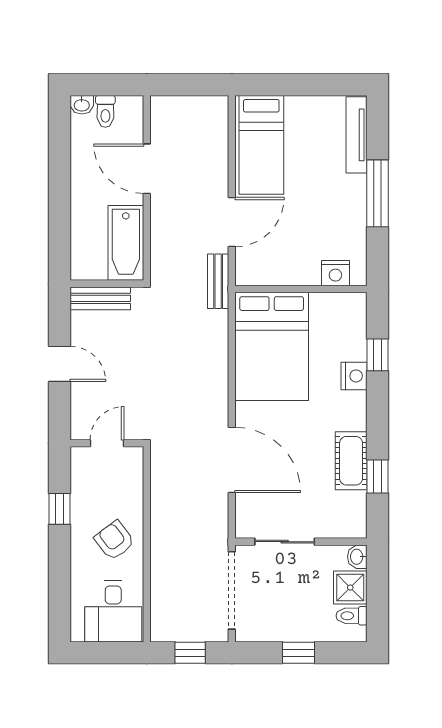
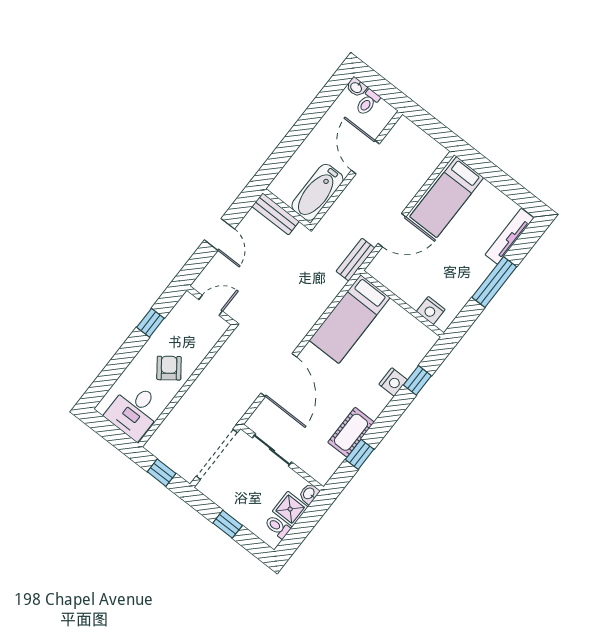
bed: (272, 346) -> (350, 319), width x0.67

